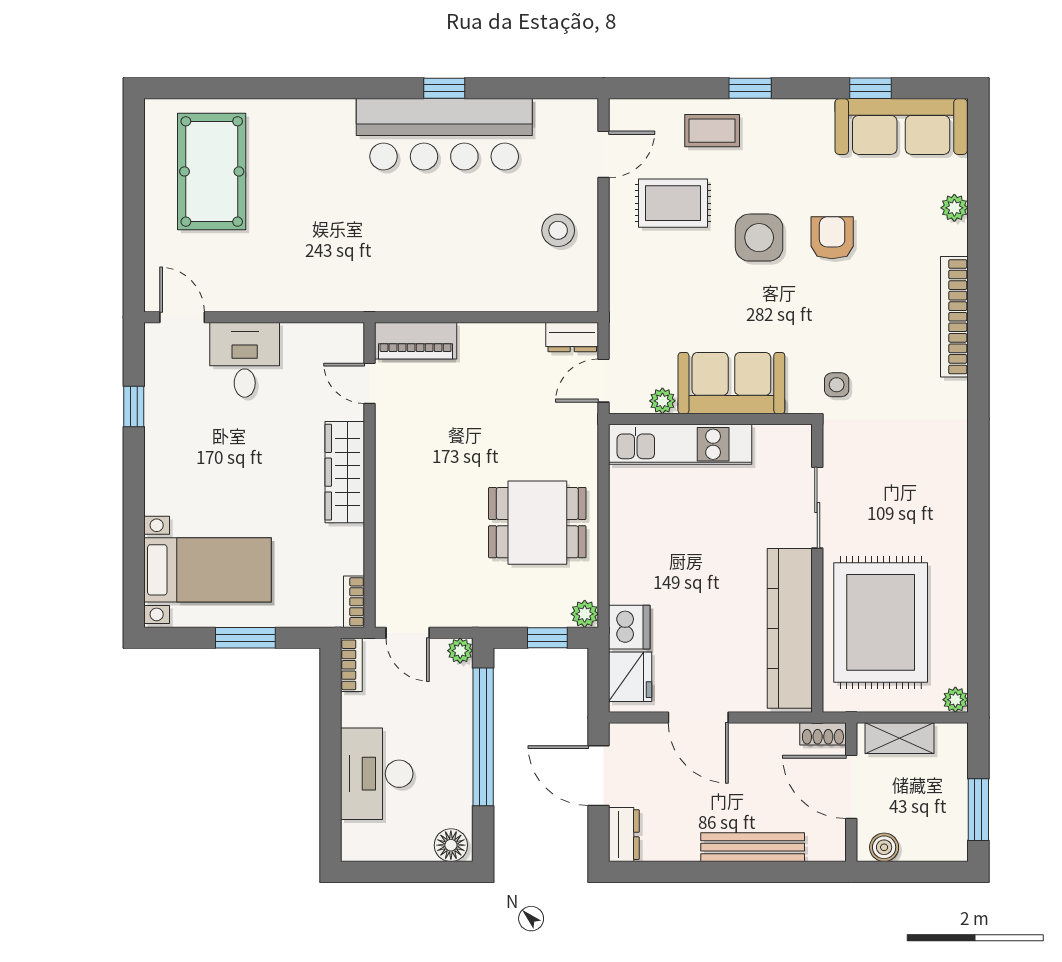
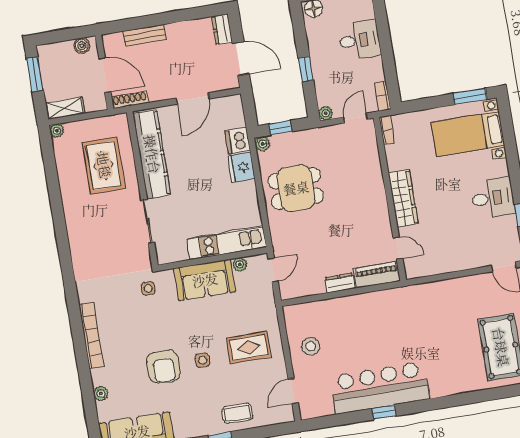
rug: (673, 203) -> (249, 347), moved
side table: (759, 238) -> (203, 360), width x0.54, depth x0.54
armchair: (832, 238) -> (164, 367), width x1.38, depth x1.38
dresser: (572, 337) -> (340, 283), moved
desk: (245, 360) -> (493, 198), moved, turned -90
rug: (881, 622) -> (104, 165), width x0.73, depth x0.69
door: (408, 633) -> (355, 118), hinge flipped
window: (245, 638) -> (470, 96), moved
fridge: (630, 677) -> (241, 167), moved
door: (698, 718) -> (193, 98), swing flipped
shoe rack: (823, 734) -> (130, 100), width x1.43
window: (483, 737) -> (306, 69), width x0.32
shelving: (899, 738) -> (65, 108), moved
desk: (377, 774) -> (359, 40), width x0.73
bench: (753, 847) -> (145, 35), width x0.73

